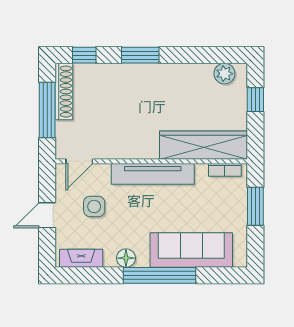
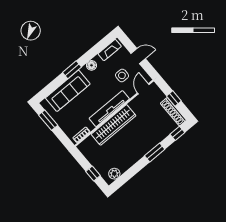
window: (47, 110) -> (174, 99), width x0.46
wardrobe: (203, 145) -> (114, 125), moved
window: (255, 206) -> (48, 120), moved
door: (47, 215) -> (138, 56), hinge flipped
window: (159, 275) -> (72, 70), width x0.47

